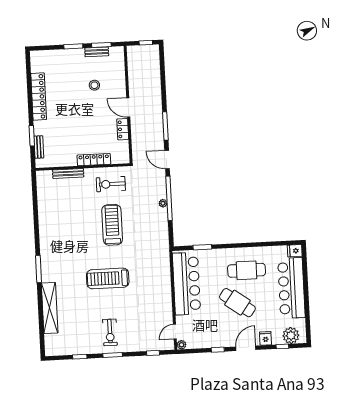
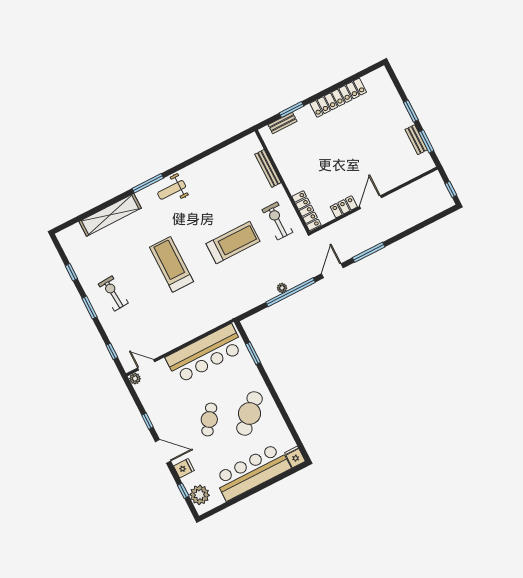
stool: (94, 85) -> (378, 154), removed
locker: (94, 160) -> (306, 211), moved
weight bench: (52, 253) -> (172, 190), added
cafe table: (247, 270) -> (249, 413), turned 46
cafe table: (237, 303) -> (209, 420), width x0.73, depth x0.74
exercise bike: (110, 332) -> (113, 293), turned 86

